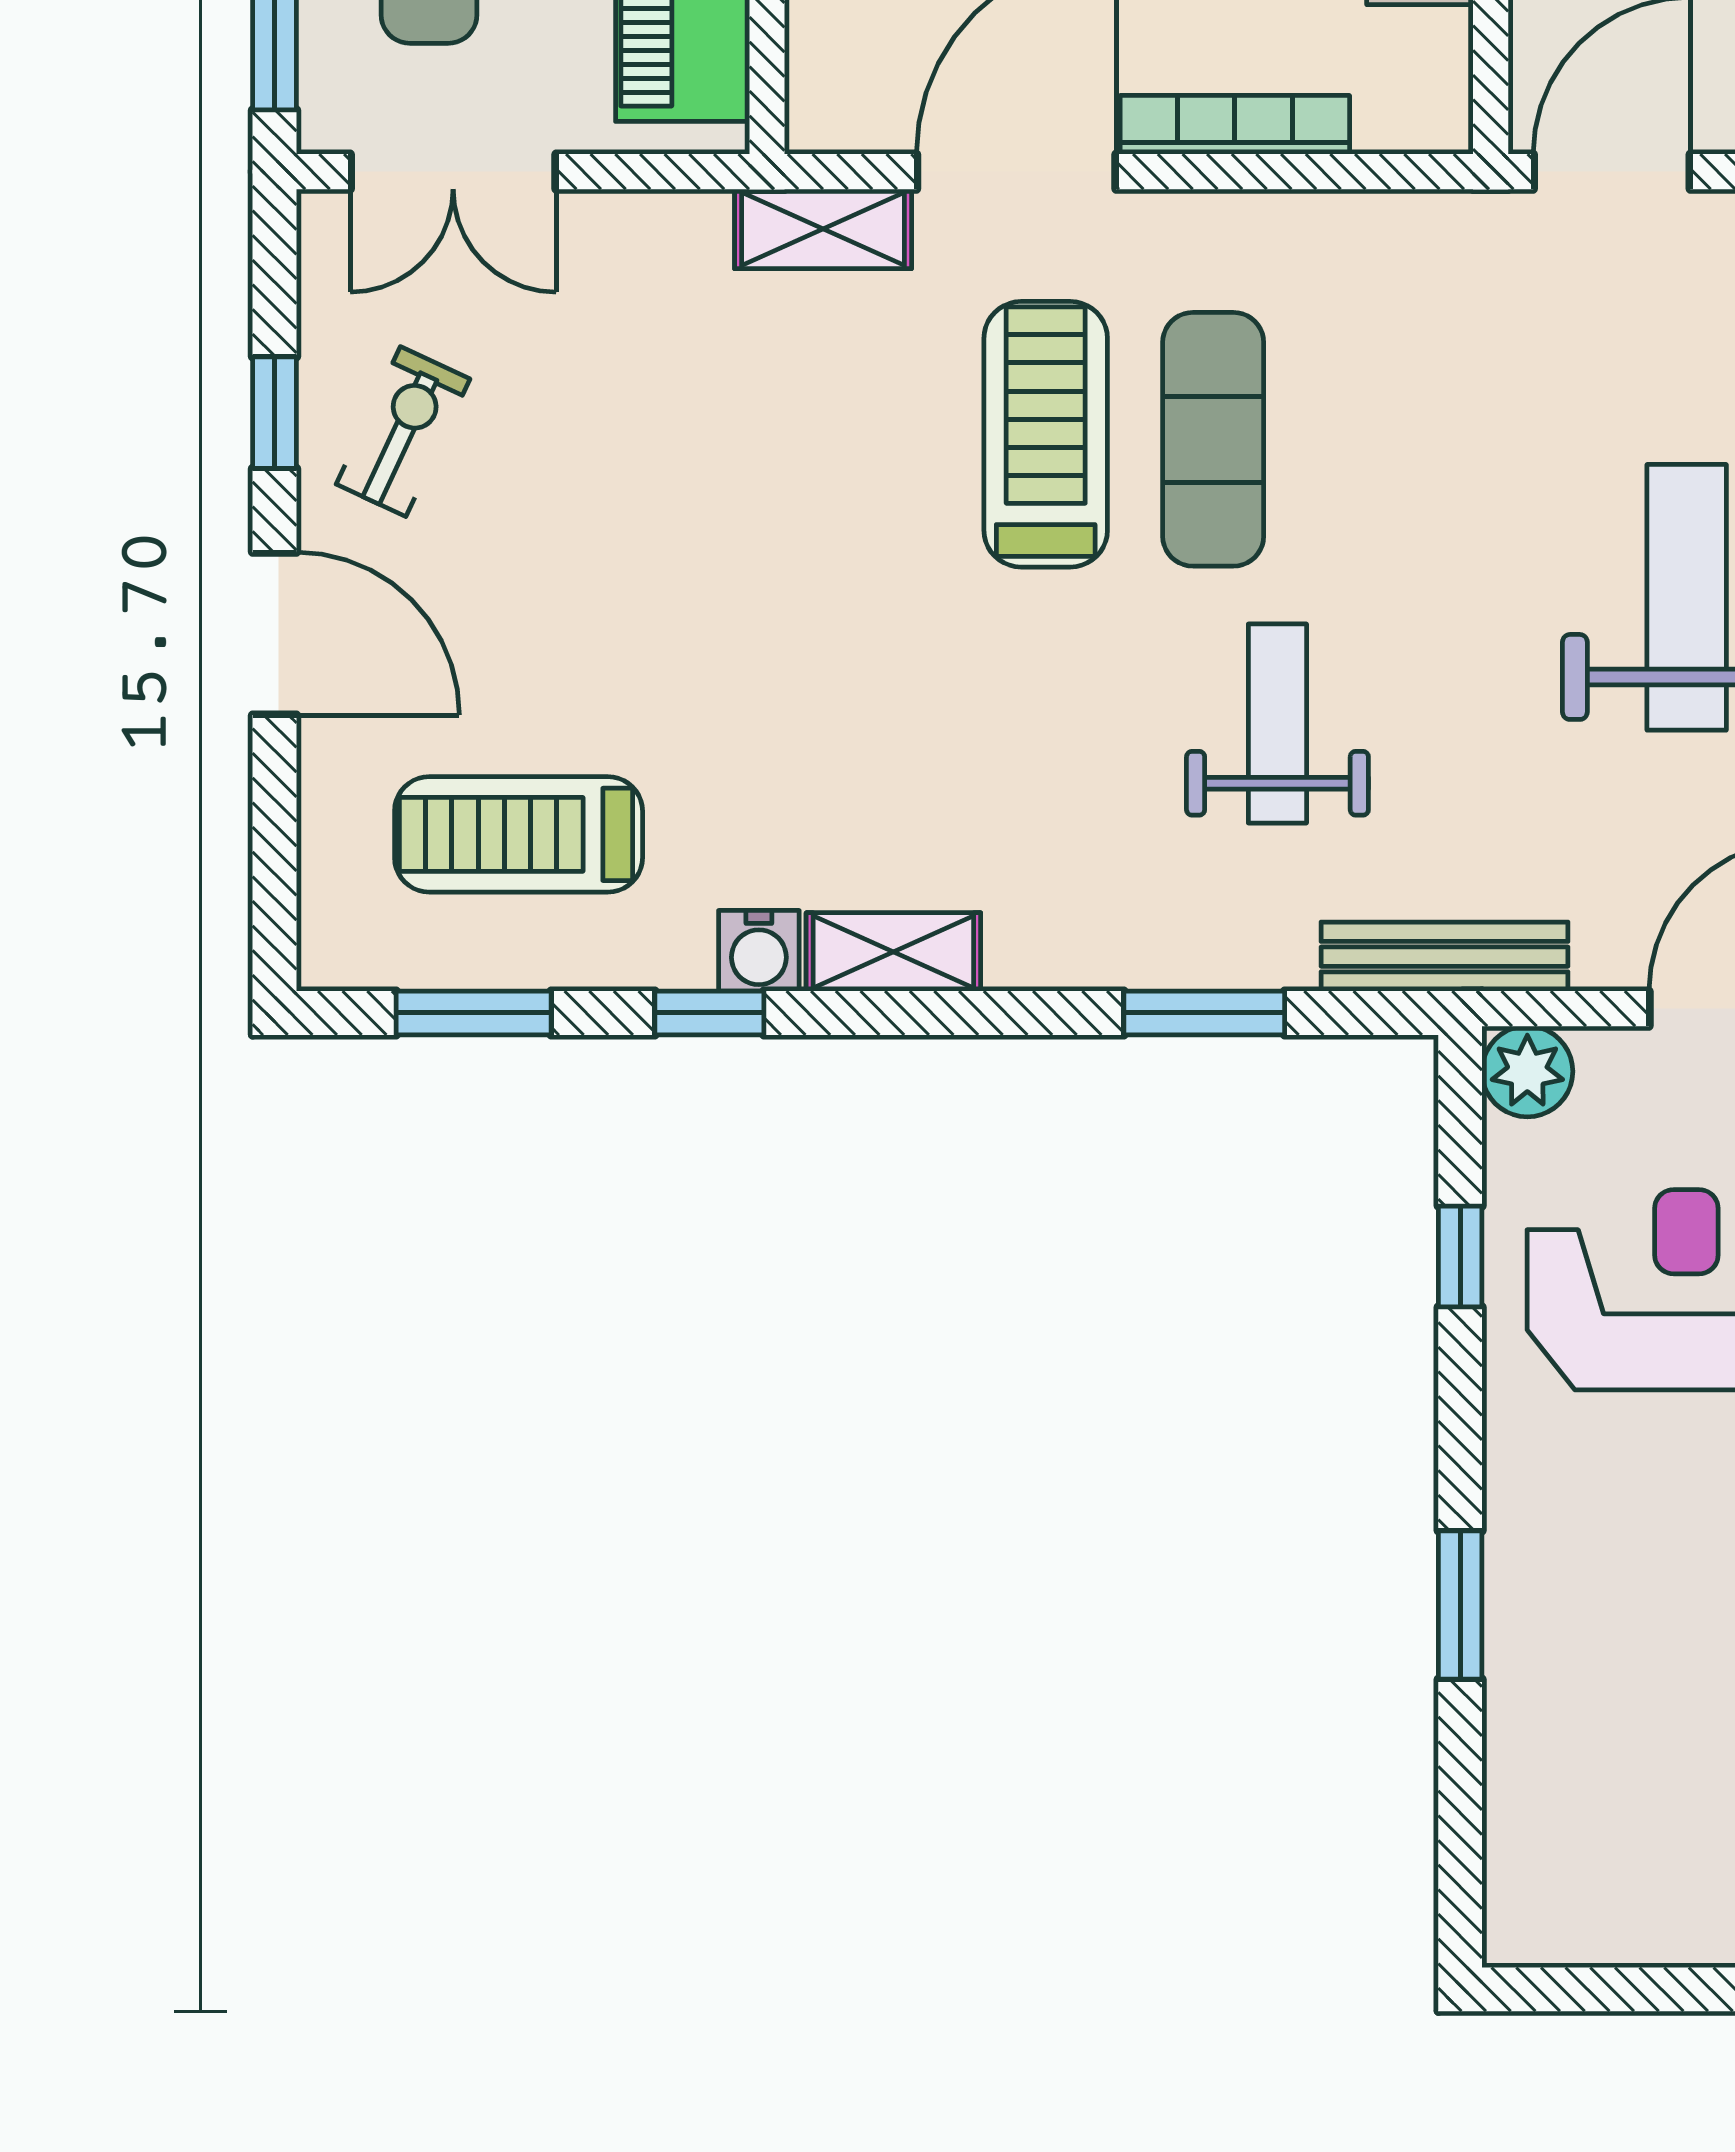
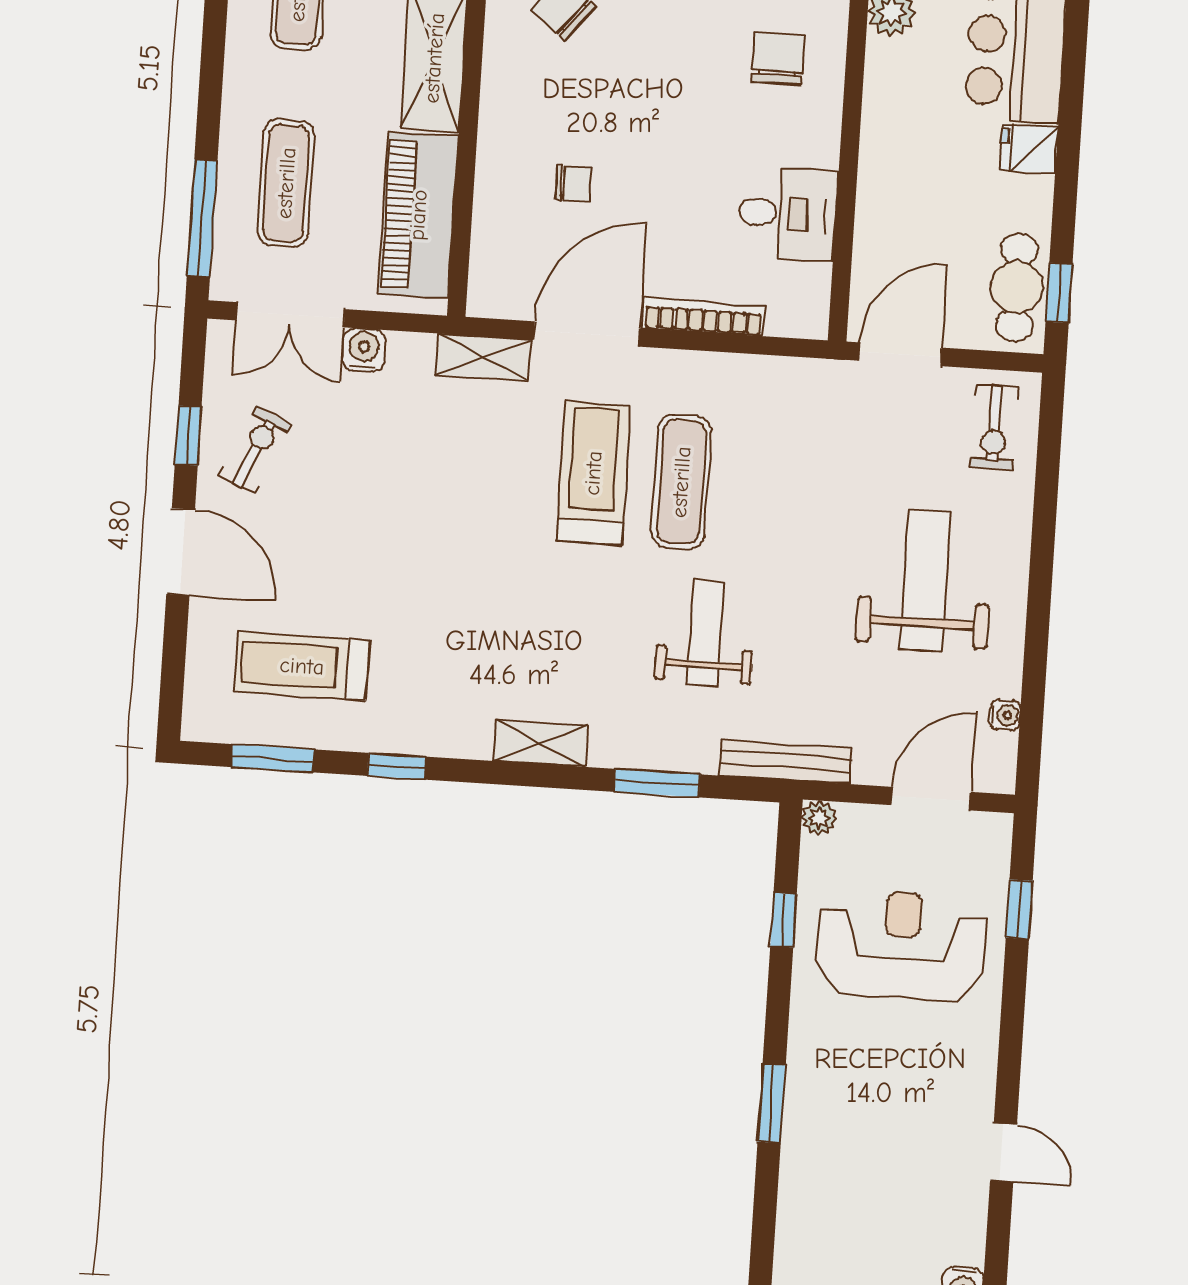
water cooler: (759, 951) -> (364, 350), moved, turned 180
shelving: (893, 952) -> (541, 743), moved
plant: (1527, 1071) -> (819, 818), width x0.73, depth x0.73

